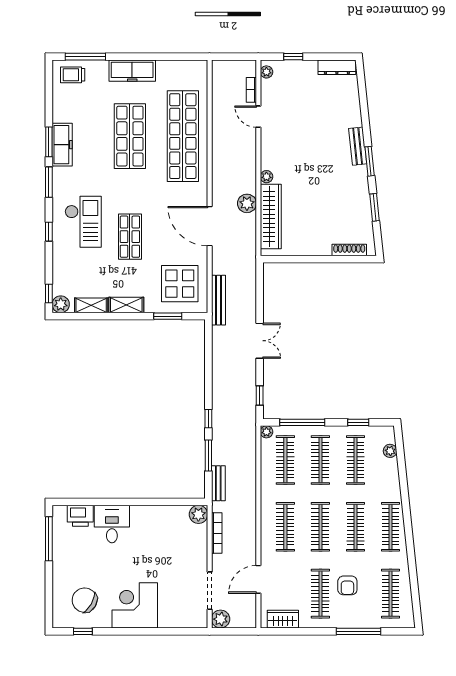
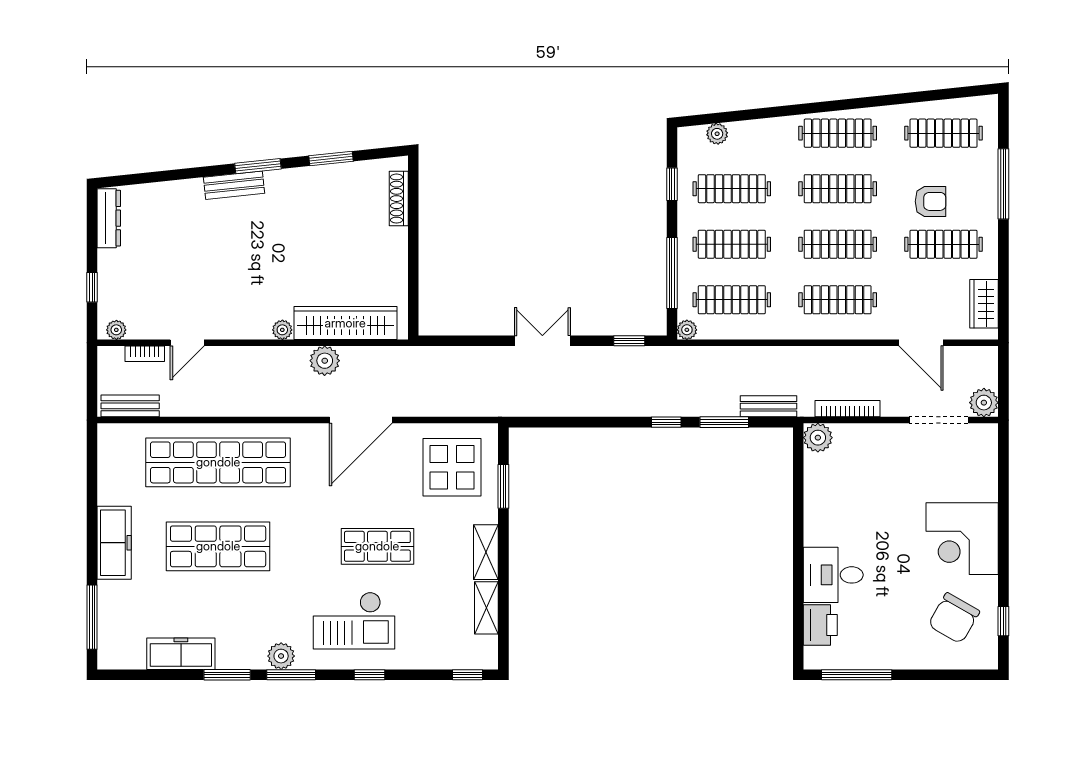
trolley: (73, 75) -> (121, 637), removed
freezer: (62, 145) -> (181, 654), moved
checkout: (83, 222) -> (354, 621), turned 180
bench: (219, 300) -> (130, 406), moved, width x0.73
plant: (61, 304) -> (281, 656), moved

